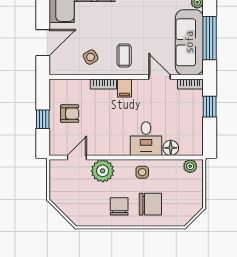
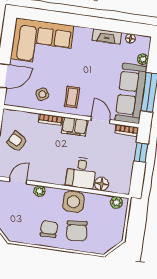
filing cabinet: (125, 88) -> (74, 127), width x2.00
armchair: (70, 114) -> (17, 141), turned -150
plant: (103, 171) -> (40, 191), width x0.53, depth x0.53
side table: (142, 172) -> (74, 202), width x1.87, depth x1.87
chair: (150, 204) -> (77, 231), turned 85

